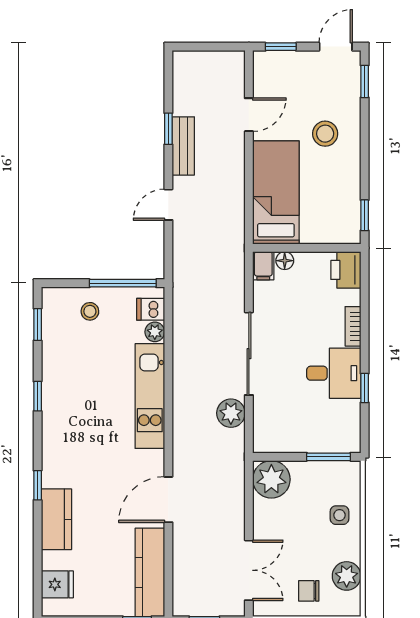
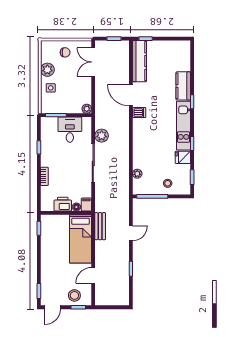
stool: (325, 134) -> (74, 295), moved
bench: (183, 146) -> (100, 226), moved
printer: (346, 270) -> (63, 204), moved, turned -90
dishwasher: (151, 309) -> (139, 113), moved
desk: (334, 373) -> (70, 130), moved, turned 90
kitchen unit: (150, 396) -> (183, 126), moved, turned 180
plant: (271, 479) -> (87, 109), width x0.53, depth x0.53
door: (168, 500) -> (131, 95), swing flipped
plant: (347, 576) -> (47, 70), moved
fridge: (57, 584) -> (183, 157), moved

